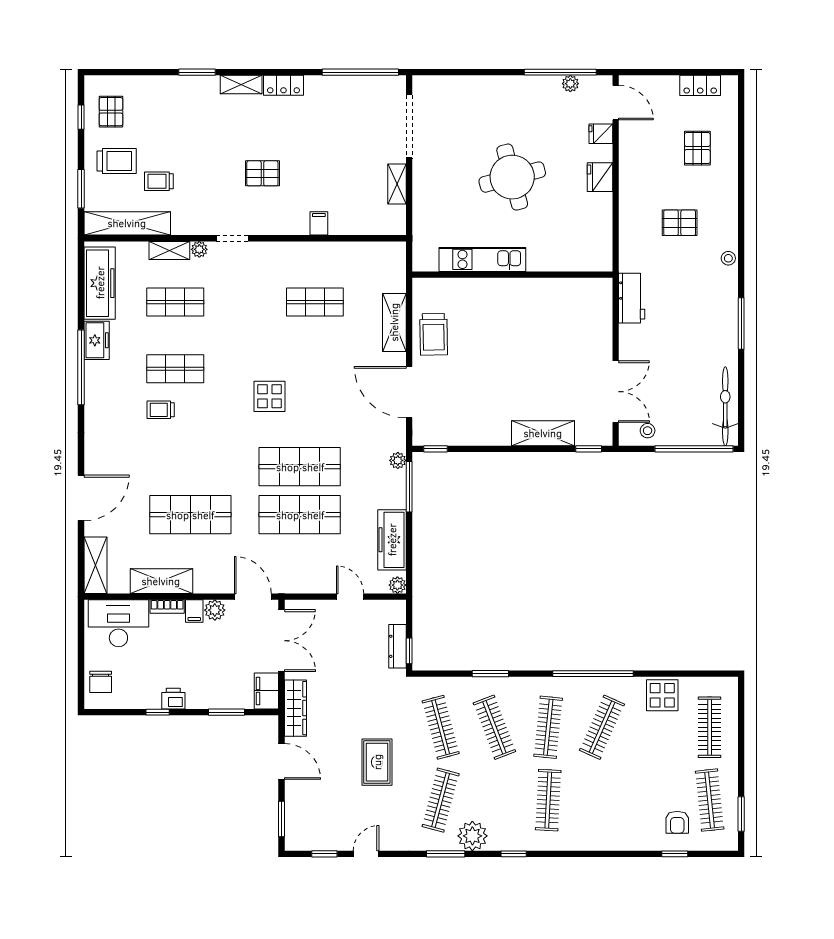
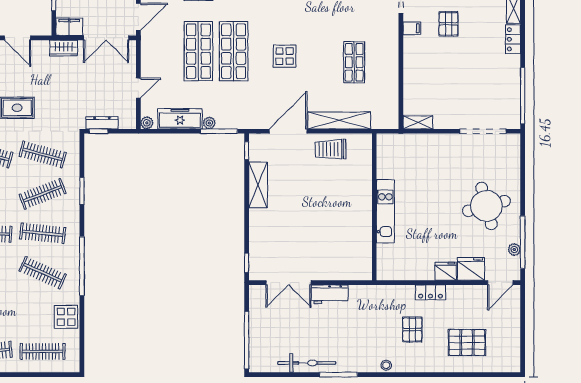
locker: (700, 85) -> (430, 292), moved, turned -90
fridge: (601, 134) -> (471, 269), width x1.88, depth x1.34
pallet: (697, 148) -> (467, 343), width x1.50, depth x1.42
round table: (512, 177) -> (486, 206), moved
shelving: (397, 184) -> (418, 122), moved
filing cabinet: (319, 223) -> (412, 28), moved
kitchen unit: (482, 259) -> (385, 211), moved
workbench: (632, 298) -> (330, 294), moved
shelving: (394, 322) -> (339, 120), width x1.47
display table: (270, 396) -> (285, 56), moved
bicycle: (725, 406) -> (307, 363), moved
stool: (648, 431) -> (260, 306), removed
shelving: (543, 433) -> (258, 185), moved
plant: (398, 460) -> (209, 123), moved
wardrobe: (295, 708) -> (64, 48), width x0.67
clothes rail: (441, 727) -> (43, 154), turned 30
door: (281, 761) -> (18, 38), hinge flipped

